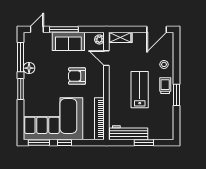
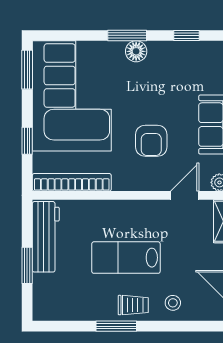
window: (21, 57) -> (187, 35), width x0.46
floor lamp: (29, 68) -> (136, 51), moved
armchair: (77, 76) -> (151, 141), turned 180
lab bench: (140, 90) -> (126, 258), turned 180
window: (64, 143) -> (27, 141), moved

